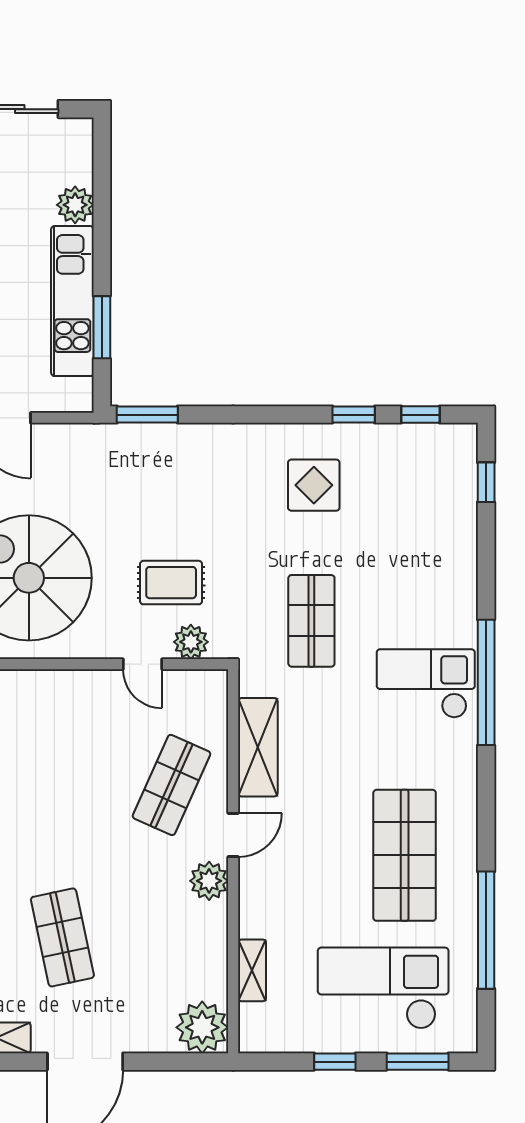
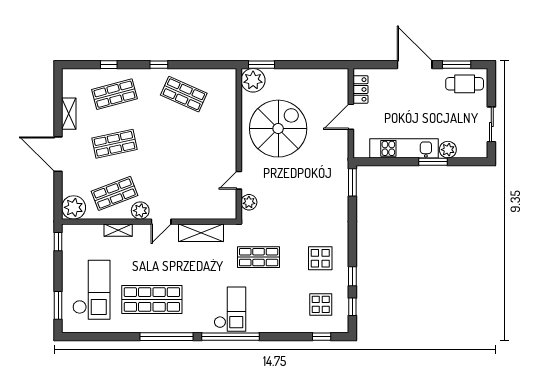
window: (102, 327) -> (433, 162), moved
display table: (415, 484) -> (321, 304), added
rug: (171, 583) -> (276, 193), removed
shop shelf: (172, 785) -> (114, 193), moved, turned -45
door: (233, 835) -> (161, 222), hinge flipped
window: (486, 930) -> (167, 337), moved
shelving: (252, 970) -> (118, 230), moved
window: (335, 1062) -> (58, 242), moved

